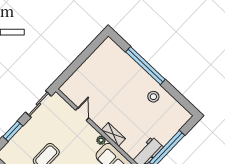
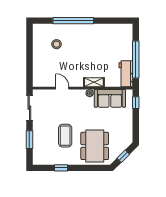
stool: (153, 97) -> (57, 44), moved

